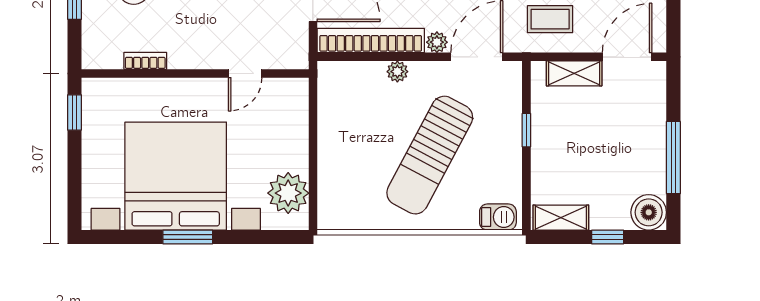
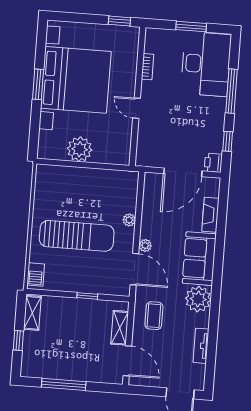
bookcase: (371, 40) -> (149, 205), removed
door: (245, 73) -> (137, 108), moved
sun lounger: (430, 155) -> (77, 236), turned 152
plant: (288, 193) -> (80, 149), moved
boiler: (649, 212) -> (31, 367), removed

